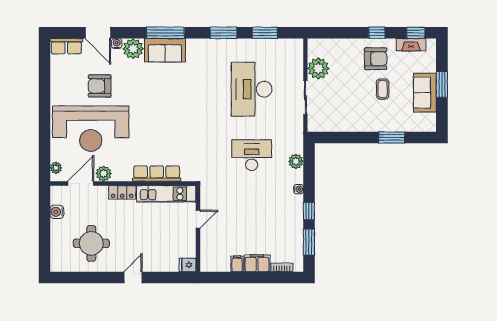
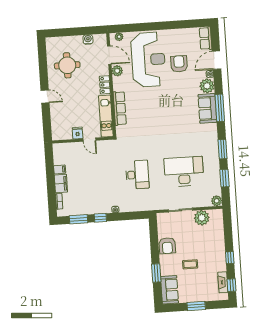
armchair: (376, 59) -> (167, 246), moved
sofa: (425, 93) -> (170, 290), moved, turned 90
reception desk: (91, 129) -> (148, 60), turned 180
plant: (296, 161) -> (217, 201), moved
fridge: (188, 265) -> (78, 133), moved

